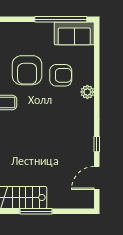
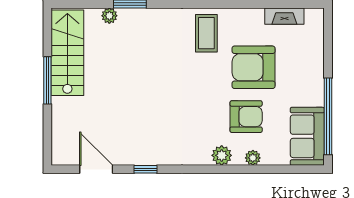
plant: (89, 71) -> (253, 158), added
armchair: (61, 75) -> (246, 117), turned -90

